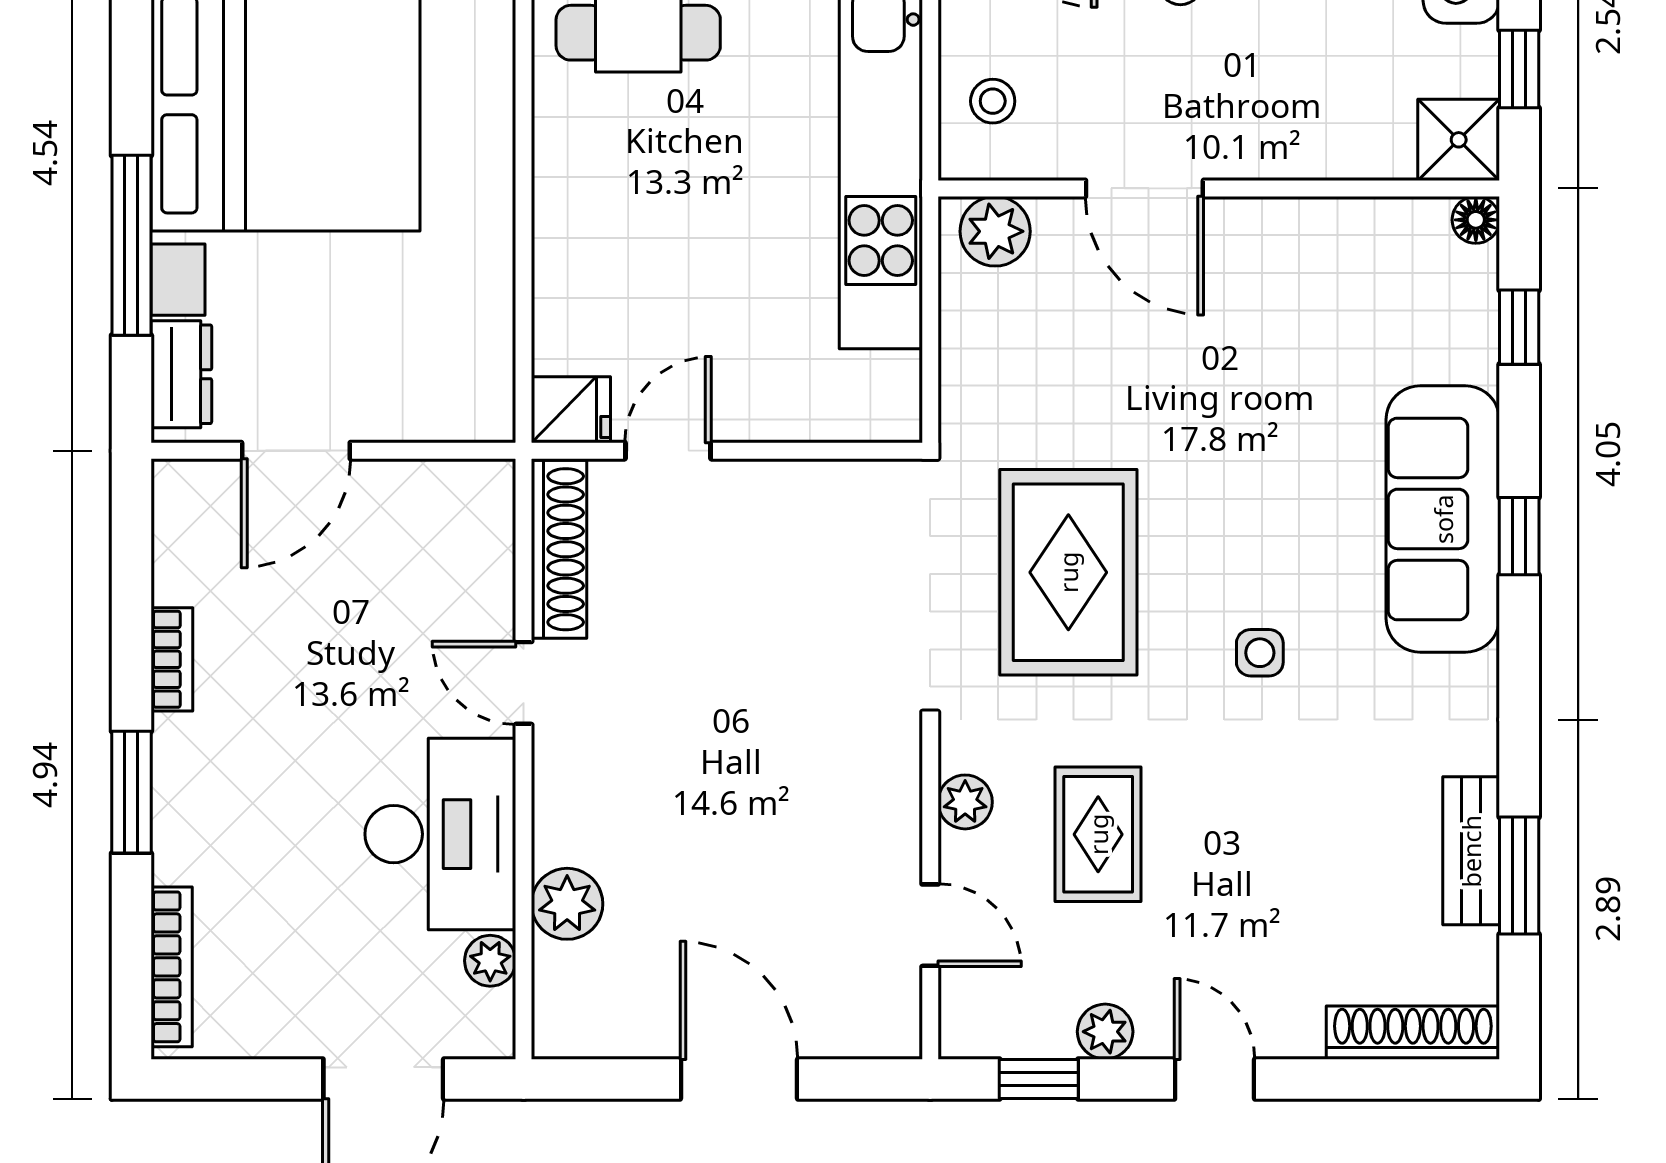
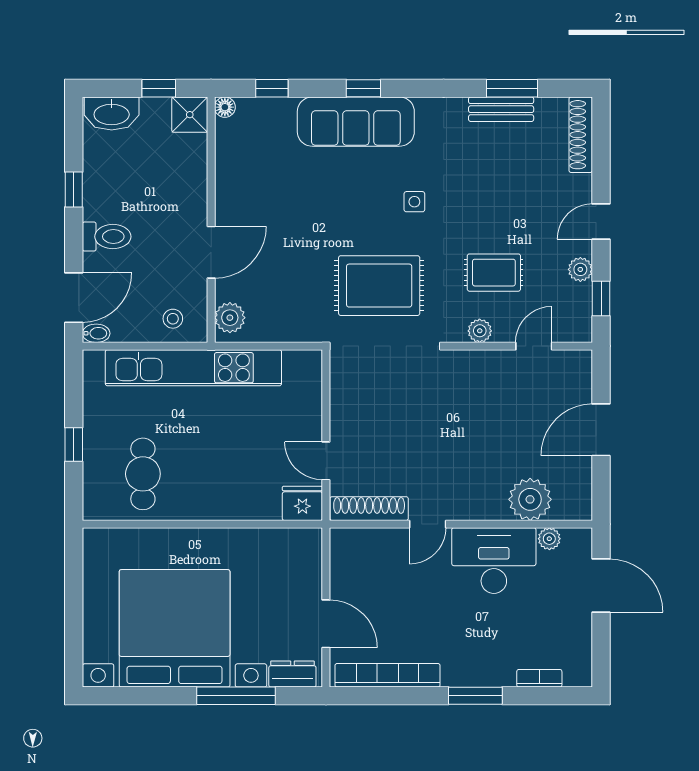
fridge: (571, 410) -> (302, 503), width x1.38
bookcase: (172, 659) -> (388, 675), width x2.31, depth x1.31
plant: (567, 904) -> (530, 499), width x1.36, depth x1.36
bookcase: (172, 967) -> (539, 678), width x0.64

